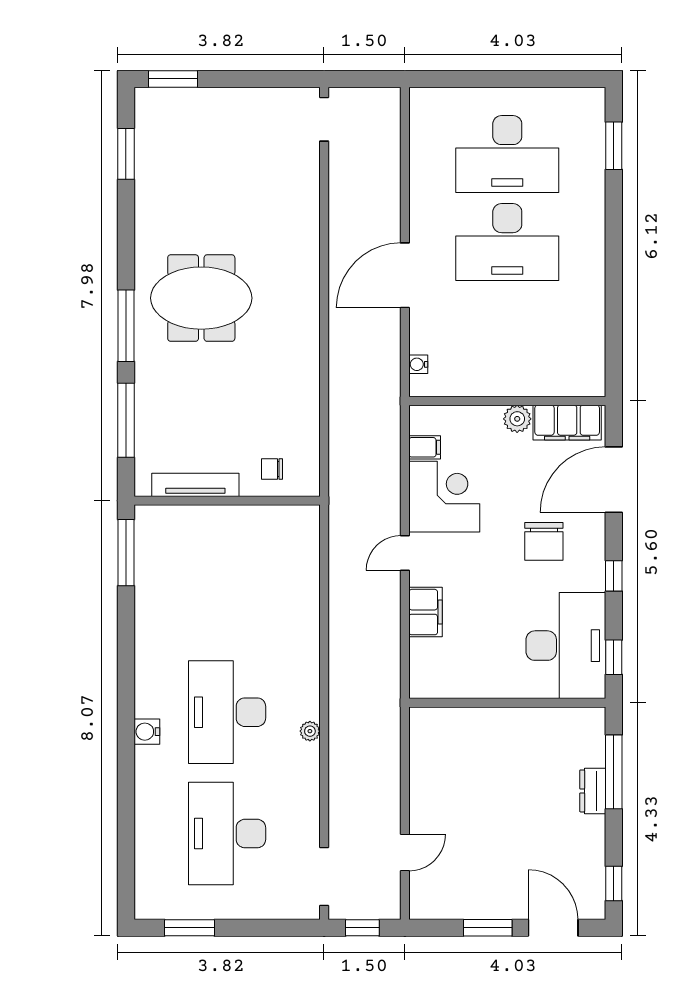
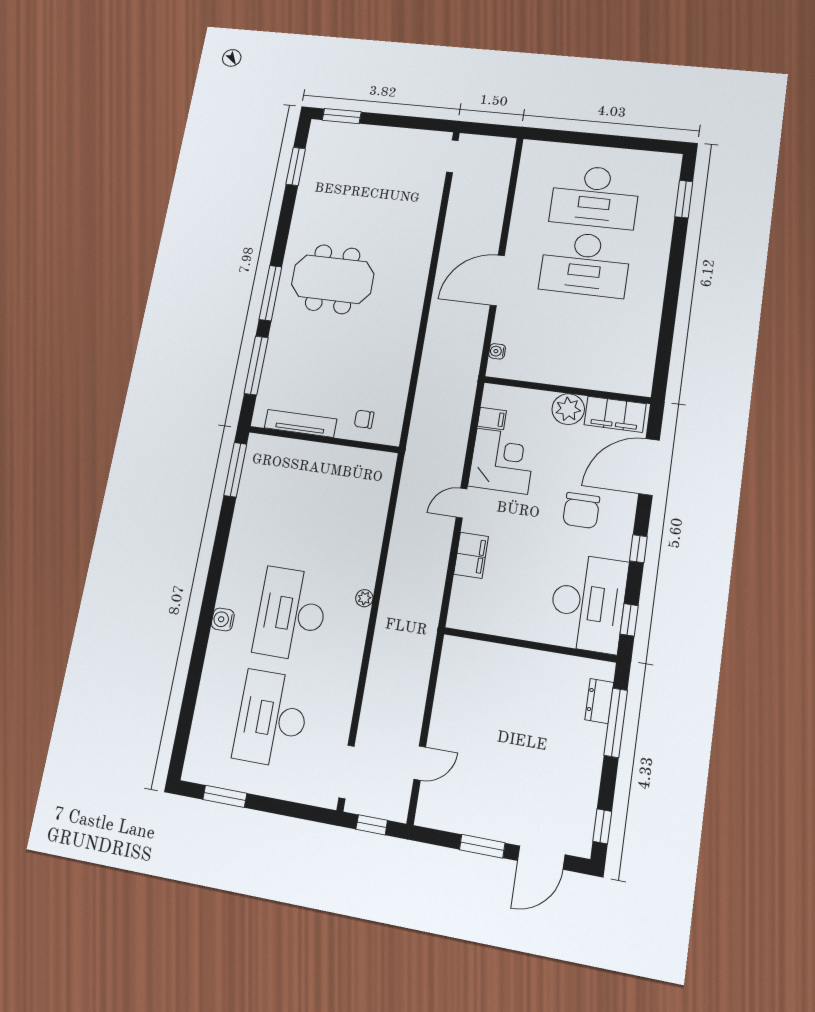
plant: (517, 419) -> (568, 409), width x1.36, depth x1.36
plant: (310, 731) -> (364, 598), moved
dresser: (593, 791) -> (599, 701), moved
door: (553, 928) -> (541, 858), swing flipped

